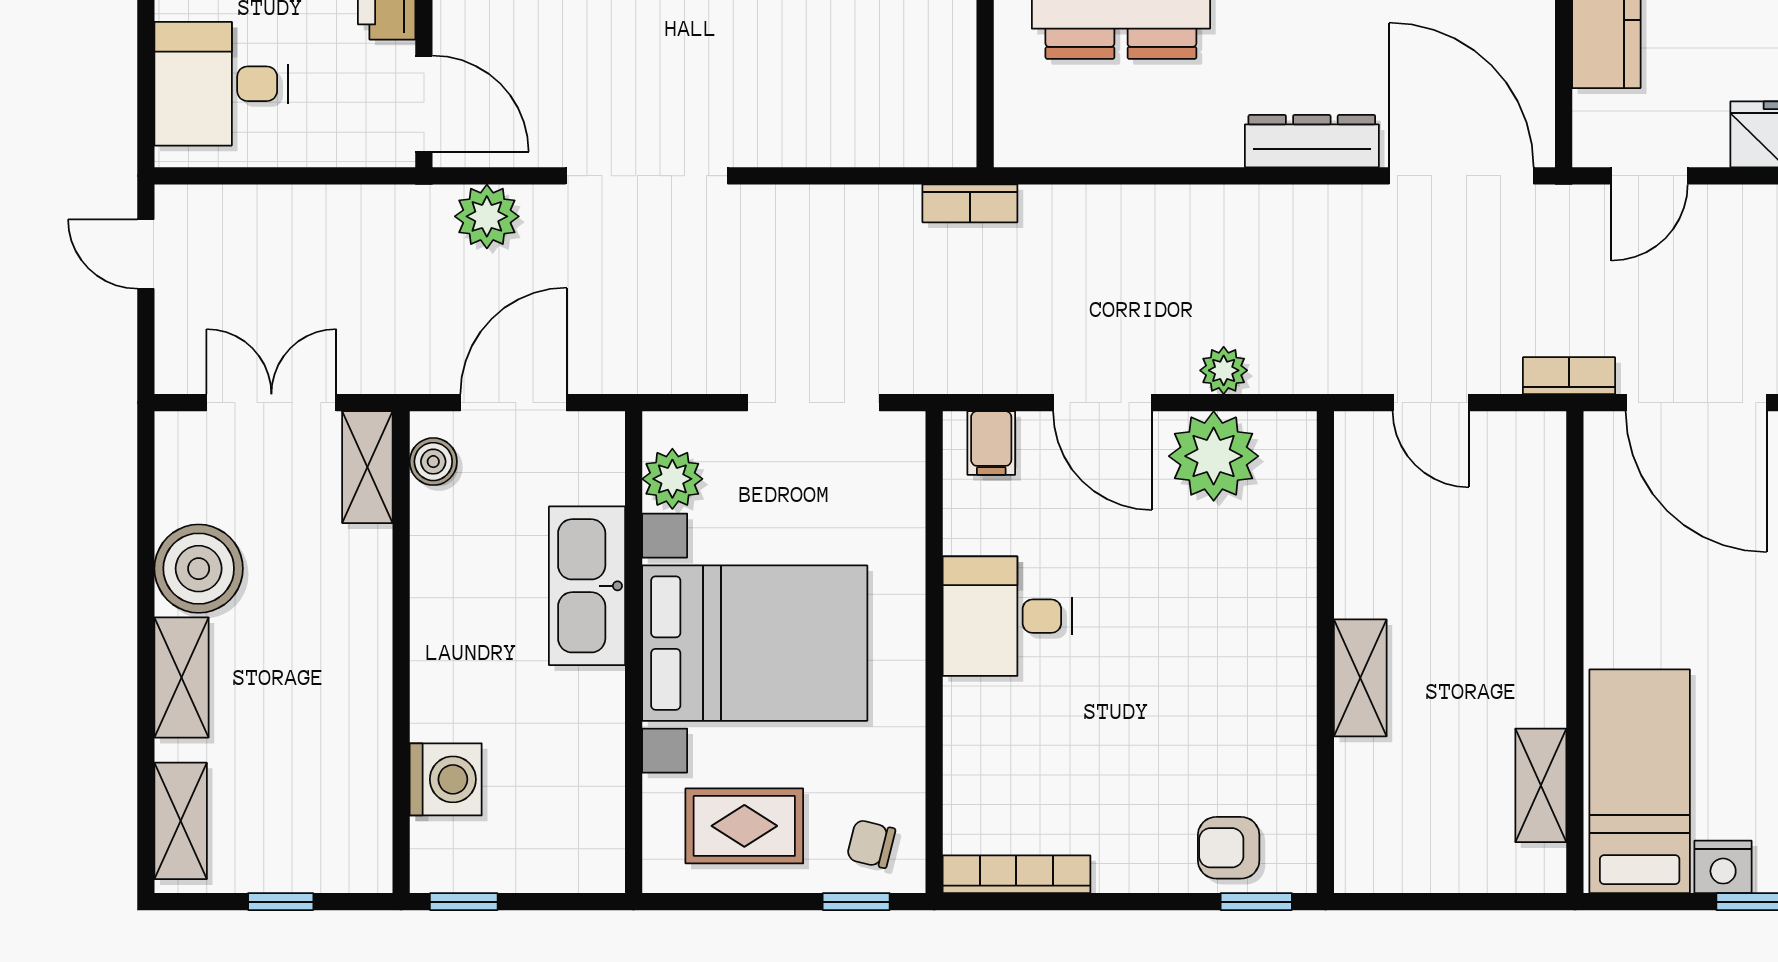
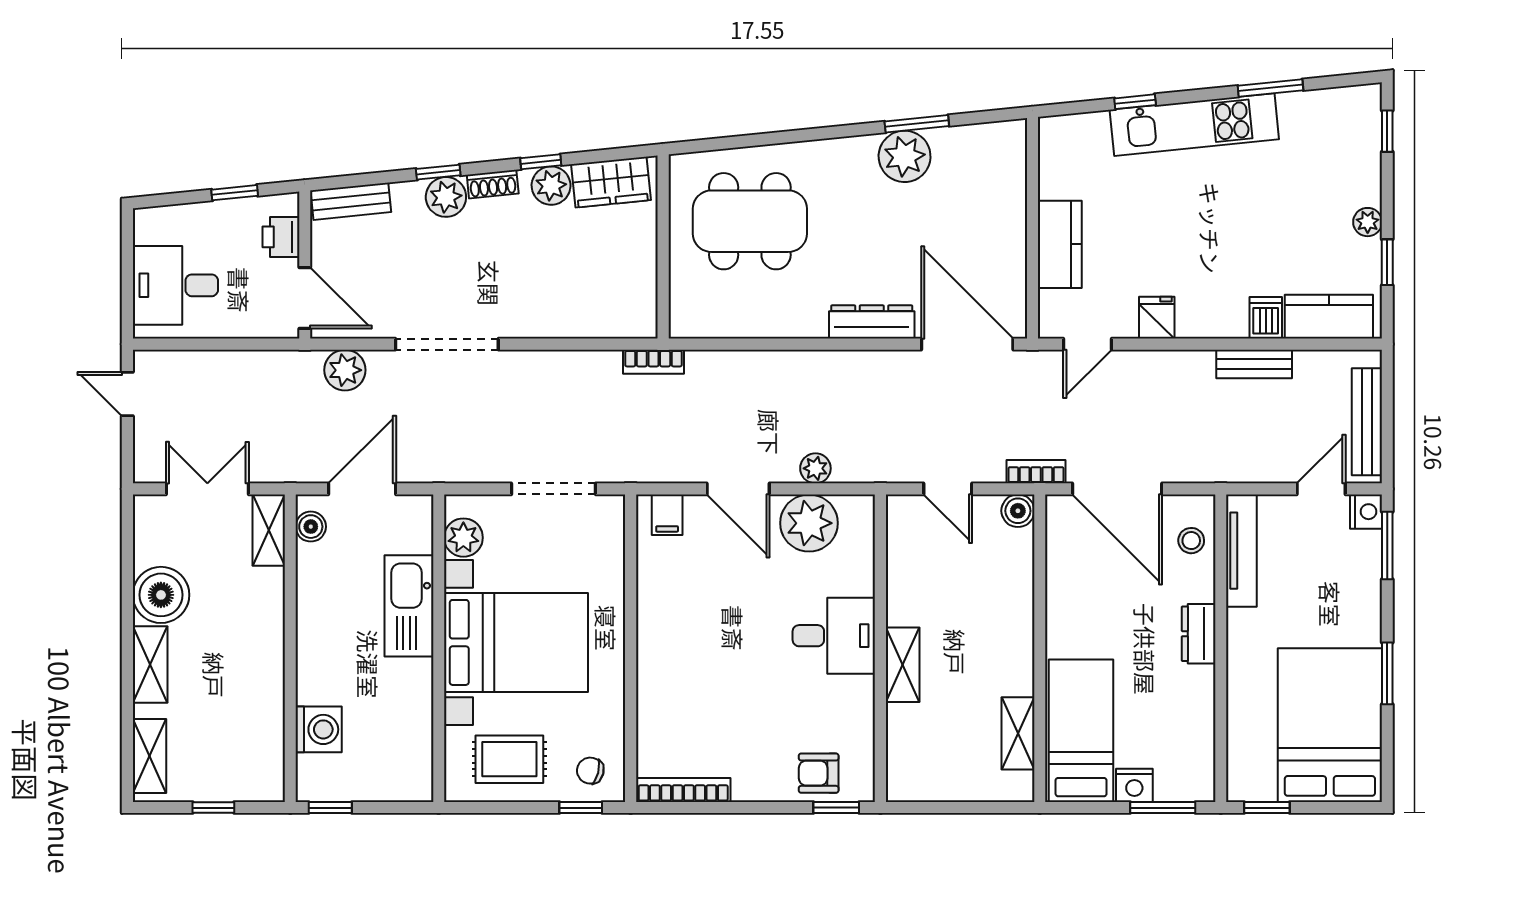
boiler: (1541, 437) -> (1018, 511), added
desk: (1007, 616) -> (834, 636), moved, turned 180

